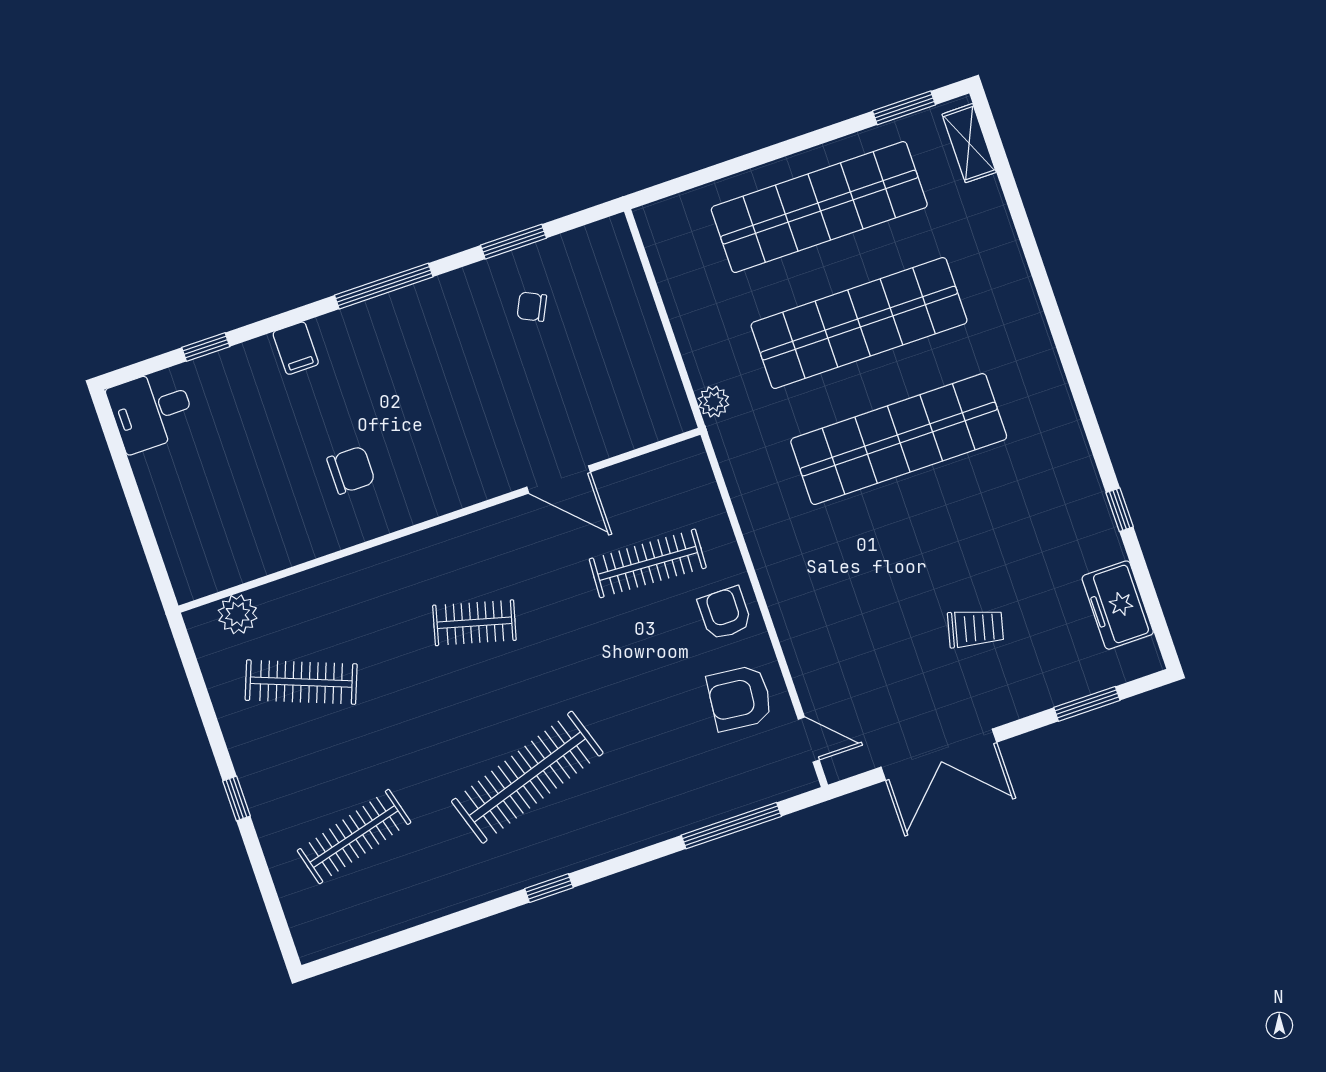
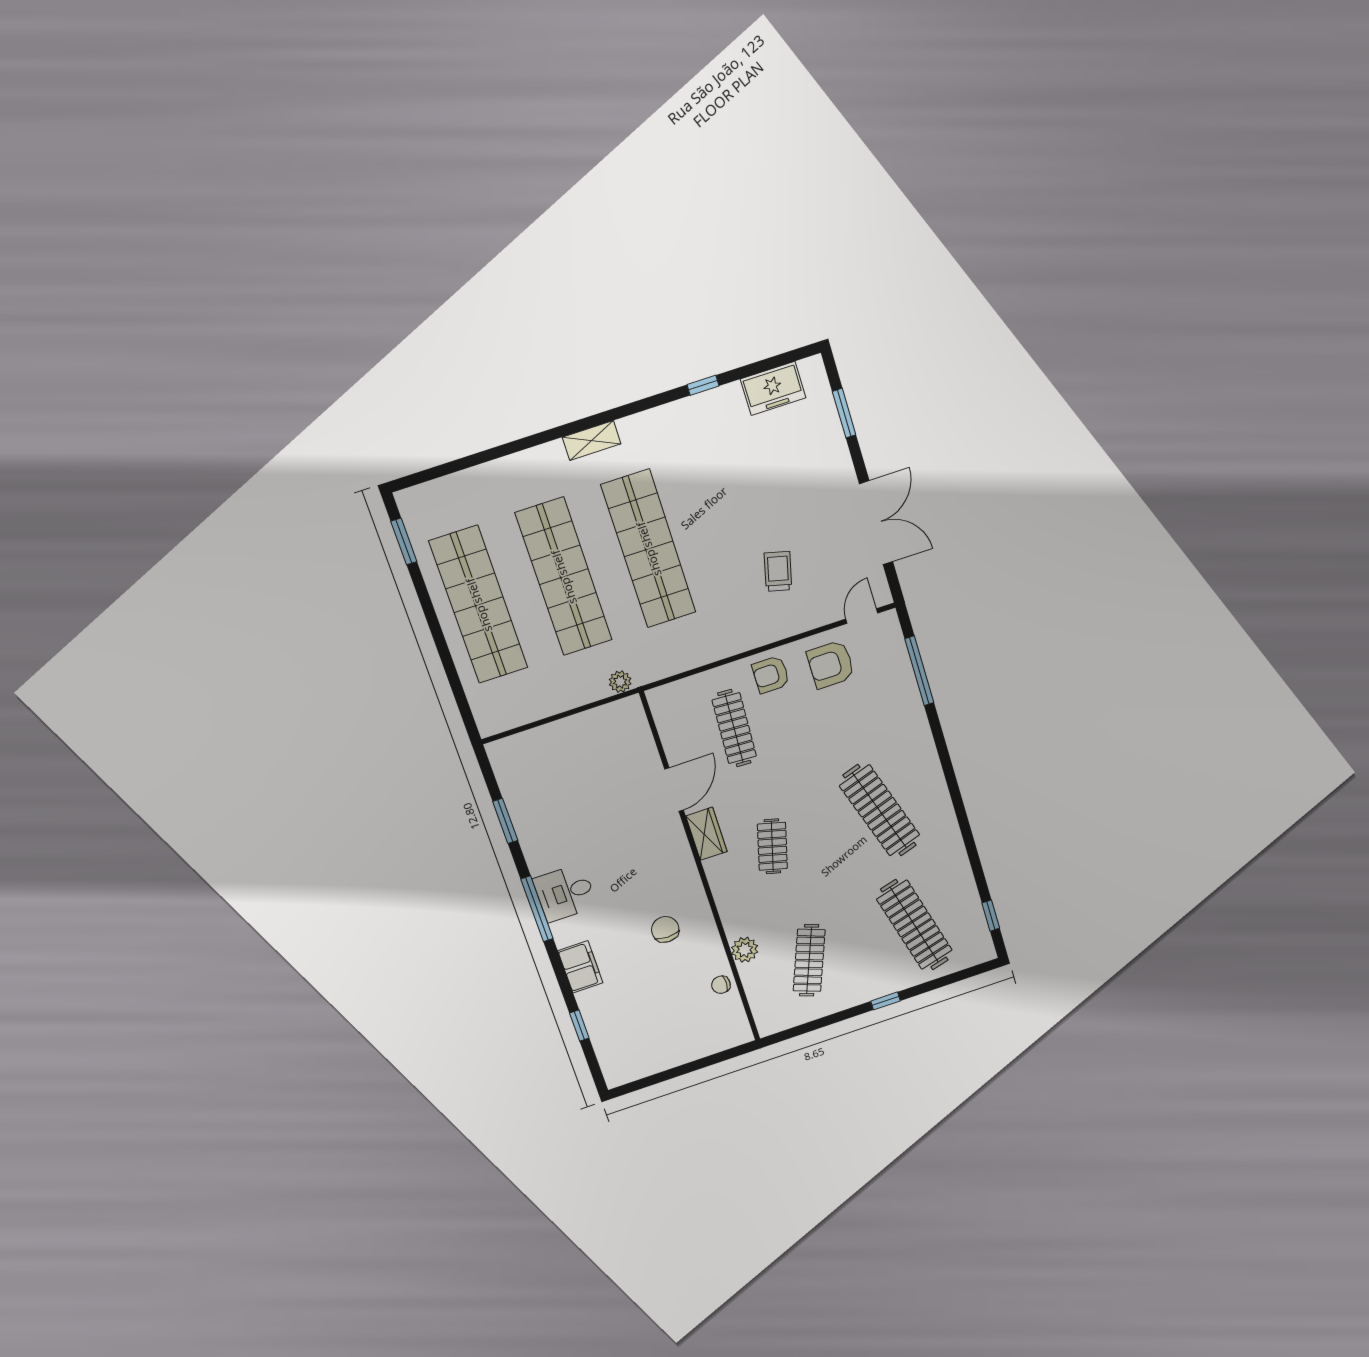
shelving: (969, 143) -> (592, 440), moved
chair: (532, 307) -> (721, 985), moved, turned 64
filing cabinet: (296, 348) -> (580, 967), width x2.00
desk: (152, 411) -> (565, 893), moved, turned 90
wardrobe: (494, 527) -> (706, 834), added
plant: (238, 614) -> (745, 950), moved
trolley: (975, 628) -> (778, 571), moved
armchair: (740, 698) -> (831, 664), turned 84
clothes rail: (354, 836) -> (914, 925), width x1.37, depth x1.31
window: (549, 888) -> (991, 916), moved

